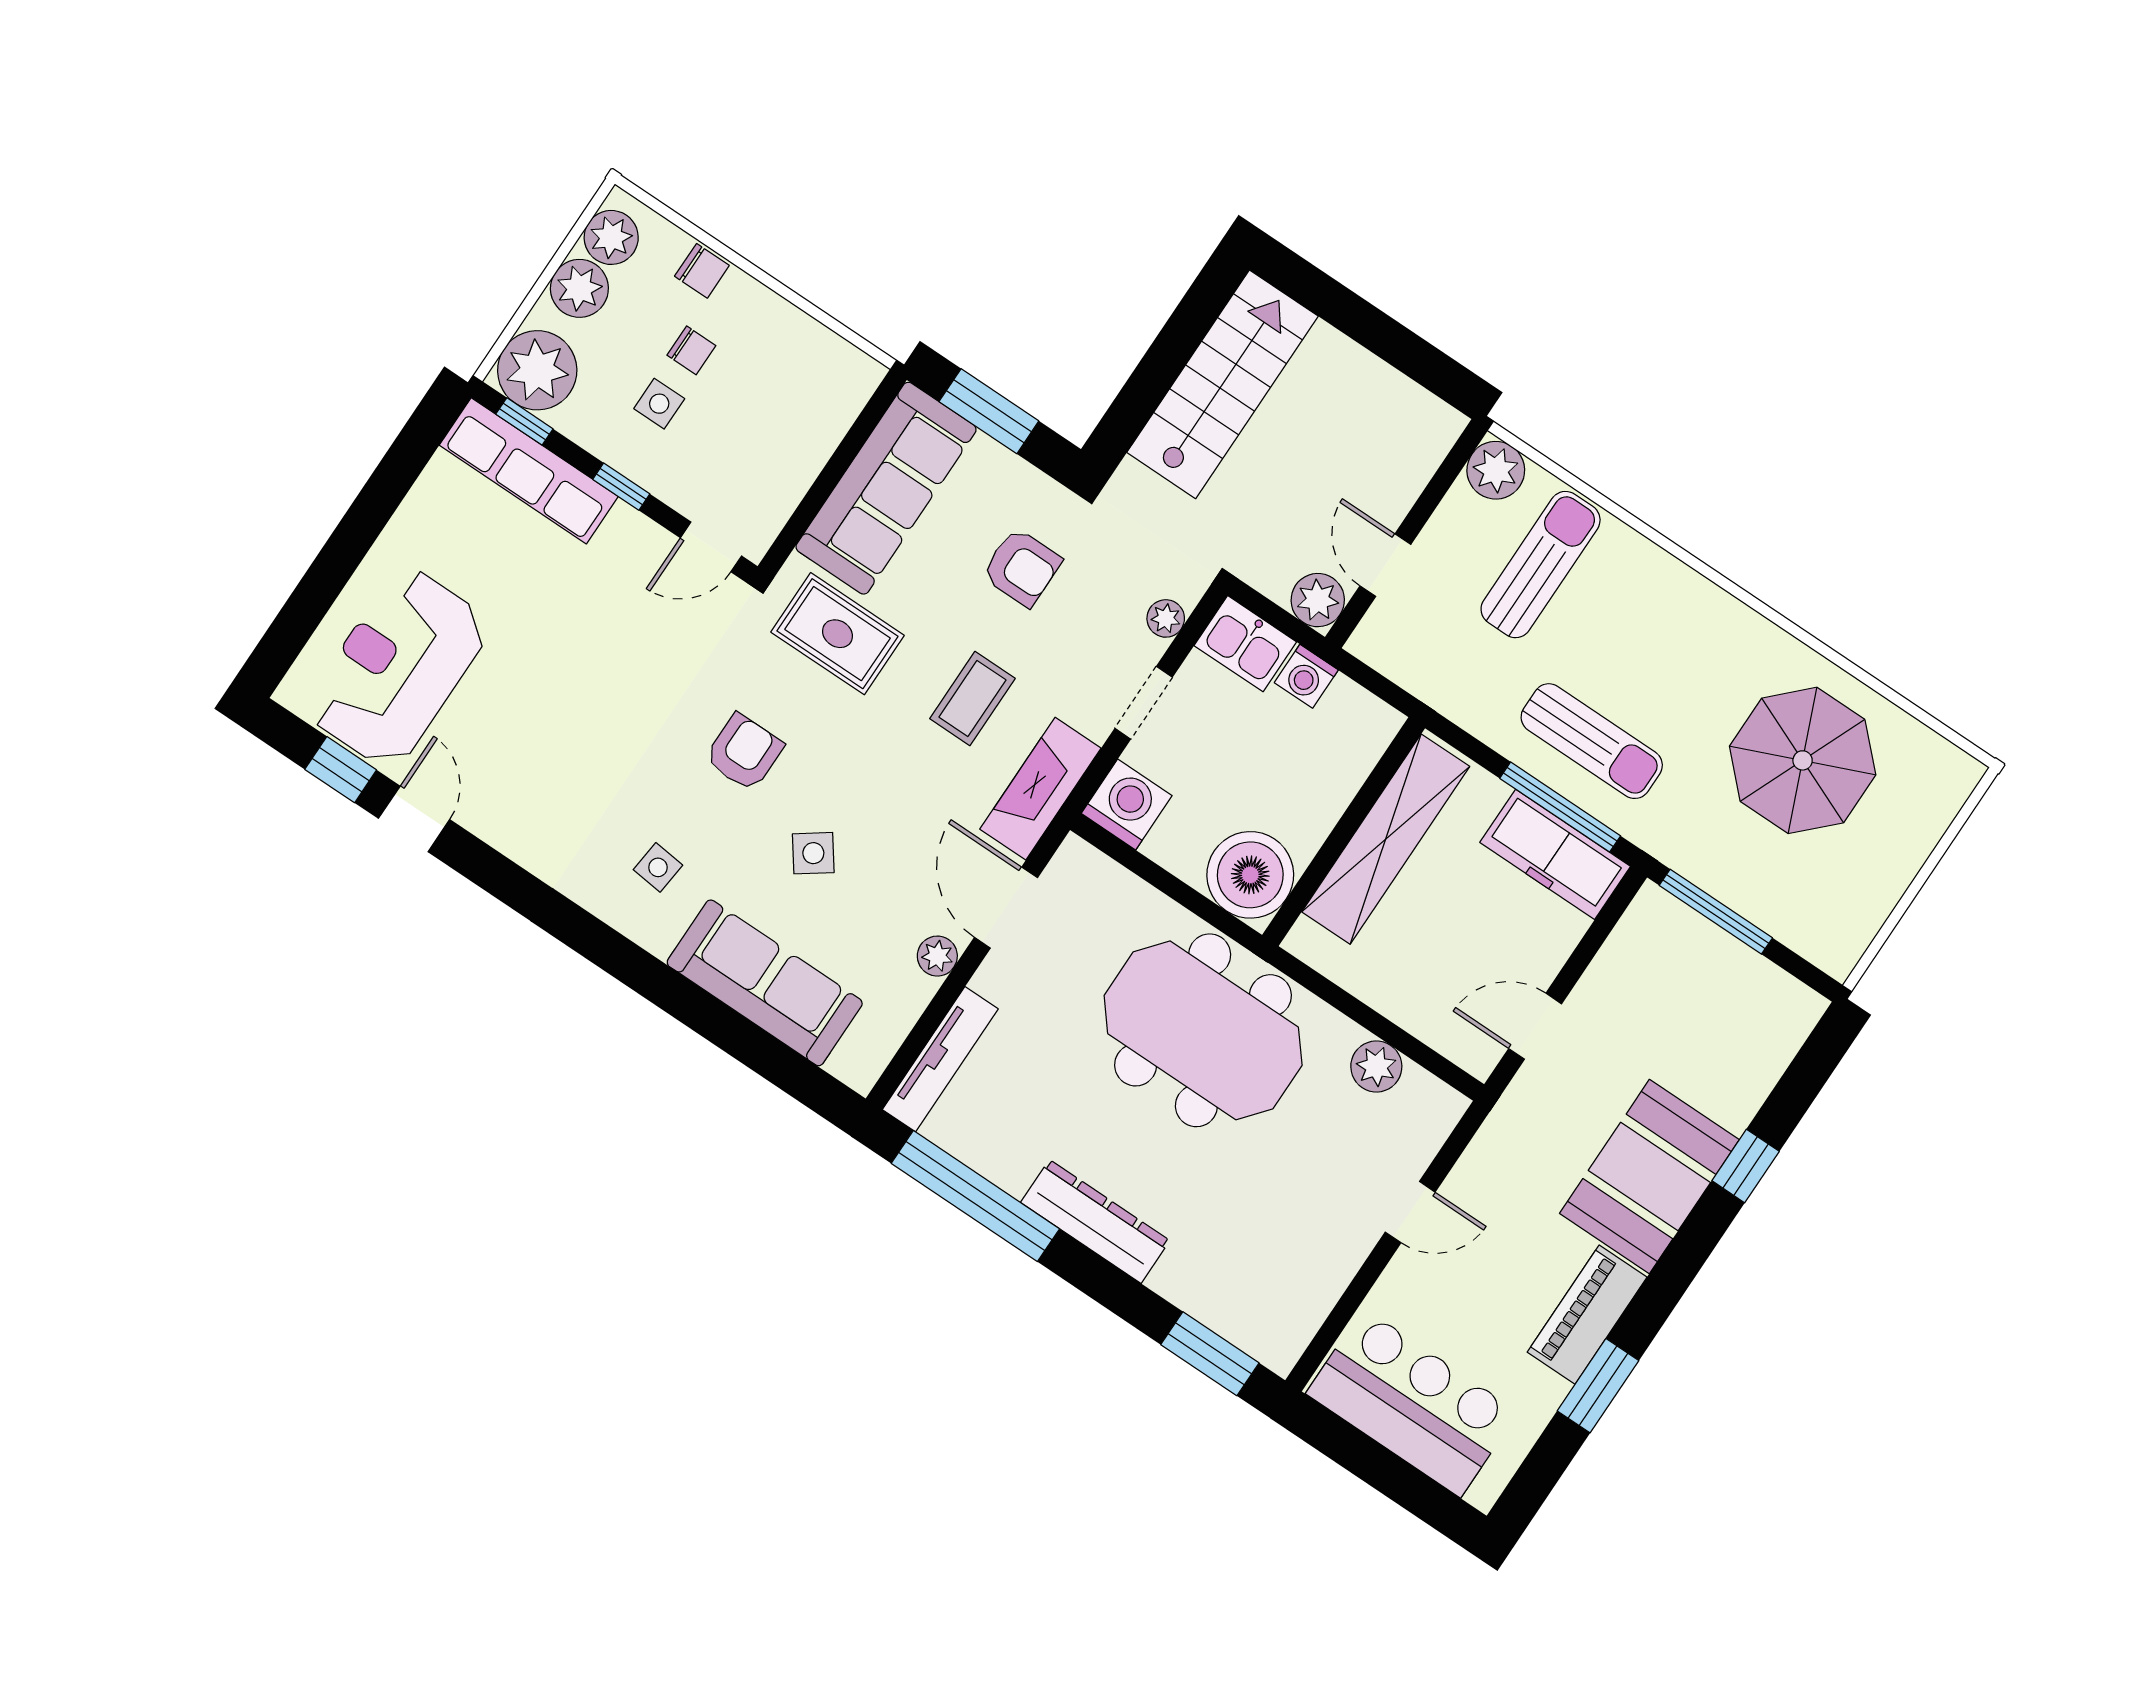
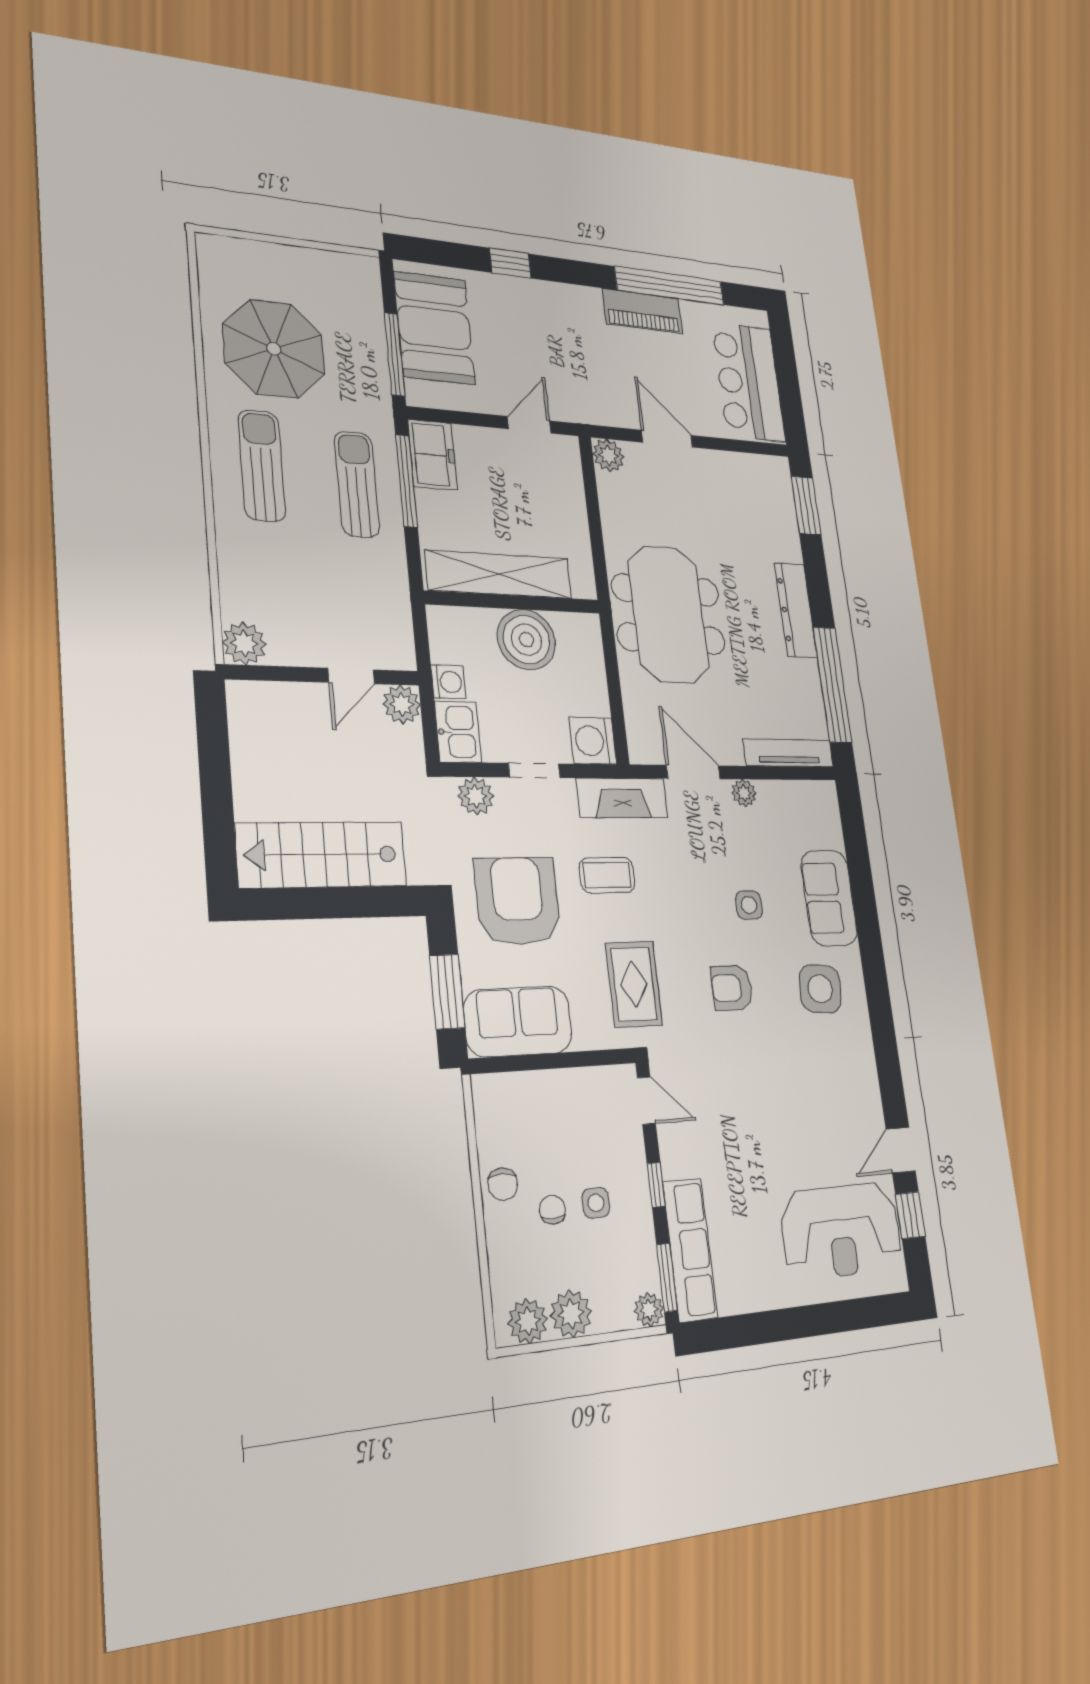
chair: (702, 271) -> (503, 1184), moved, turned 180
plant: (537, 370) -> (649, 1310), width x0.53, depth x0.53
window: (524, 421) -> (667, 1278), width x1.50
sofa: (886, 488) -> (518, 1021), width x0.73
sun lounger: (1541, 565) -> (262, 466), moved, turned 90
armchair: (1022, 567) -> (518, 901), width x1.88, depth x1.88
plant: (1166, 618) -> (476, 796), width x1.38, depth x1.38
side table: (813, 853) -> (749, 905), turned 36
freezer: (1555, 854) -> (432, 455), width x0.71
side table: (658, 867) -> (820, 989), width x1.87, depth x1.87
boiler: (1250, 875) -> (526, 640), moved
door: (1006, 908) -> (693, 772), swing flipped
sofa: (765, 983) -> (829, 898), width x0.73
door: (1535, 1026) -> (529, 425), swing flipped
plant: (1376, 1066) -> (608, 455), moved
booth: (1649, 1176) -> (434, 328), moved, turned 90
door: (1410, 1212) -> (667, 439), width x1.38
window: (1598, 1386) -> (670, 286), width x2.11

